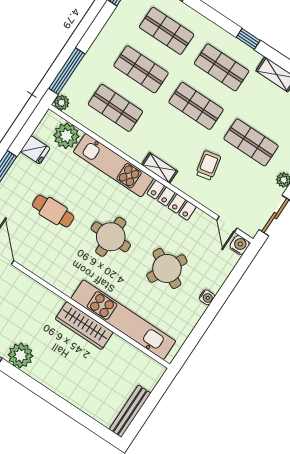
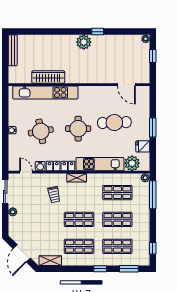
window: (248, 39) -> (100, 269), moved
shop shelf: (251, 142) -> (41, 219), removed
cafe table: (53, 211) -> (114, 123), width x1.37, depth x1.35
water cooler: (240, 245) -> (40, 166), moved
round table: (167, 268) -> (41, 131), turned -37
wardrobe: (84, 326) -> (48, 77), moved

